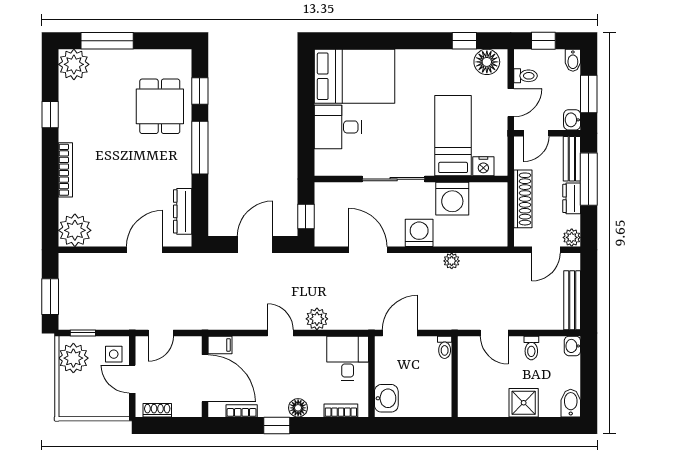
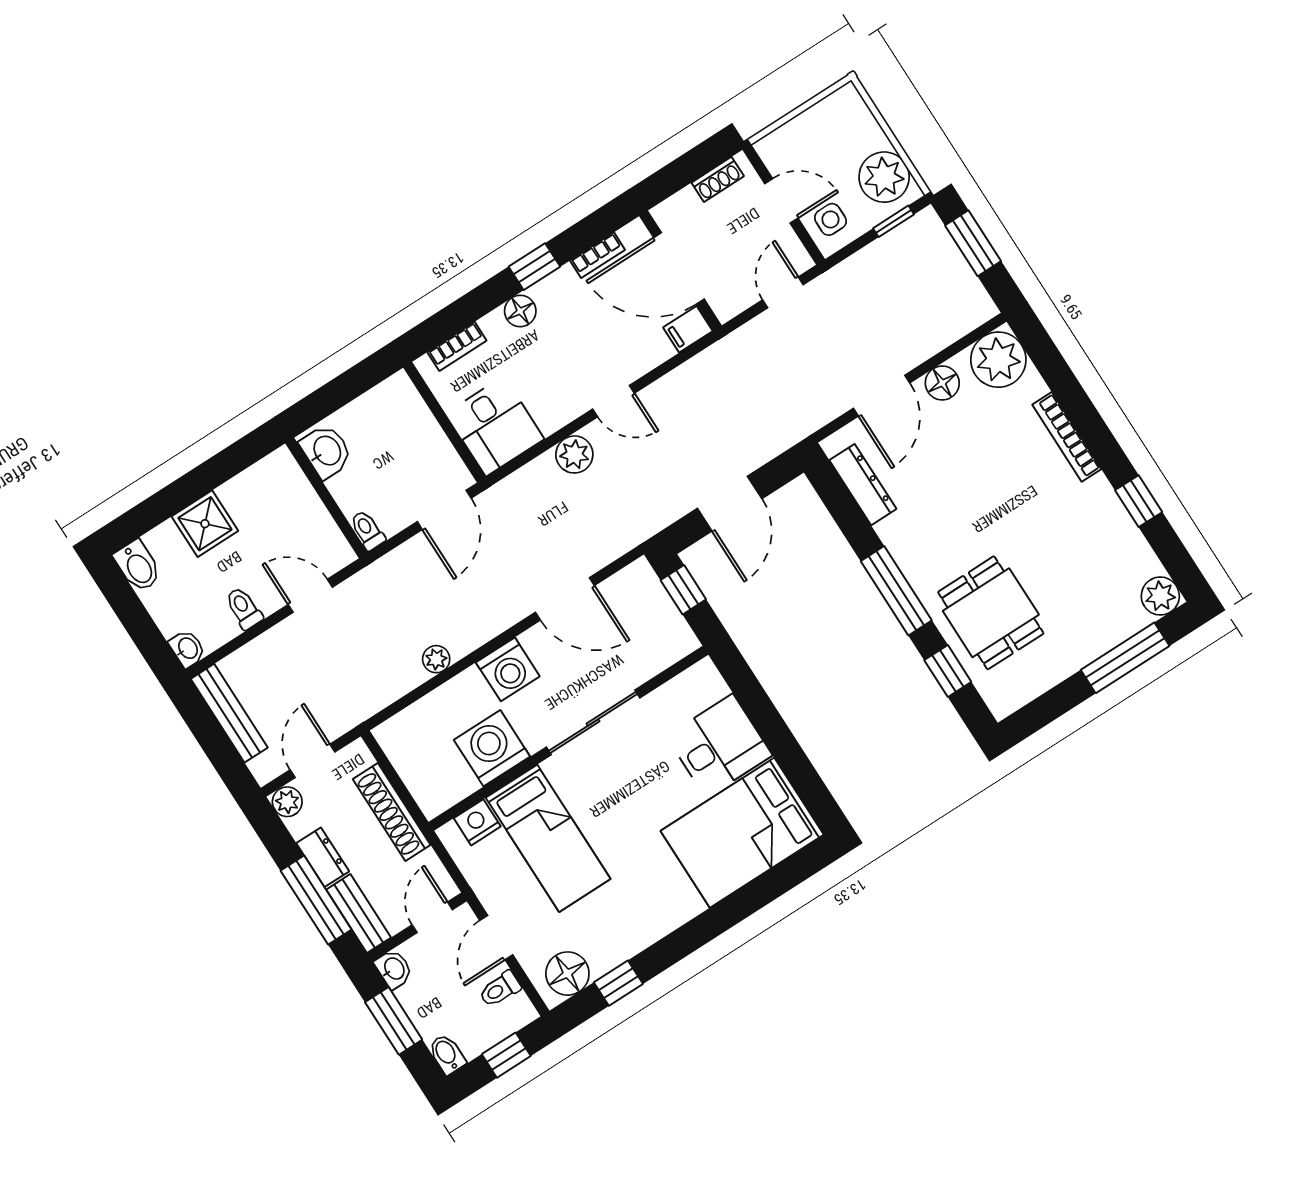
plant: (74, 64) -> (1160, 596), width x0.73, depth x0.73
floor lamp: (110, 237) -> (942, 383), added
washbasin: (386, 398) -> (326, 451), moved, turned 180

